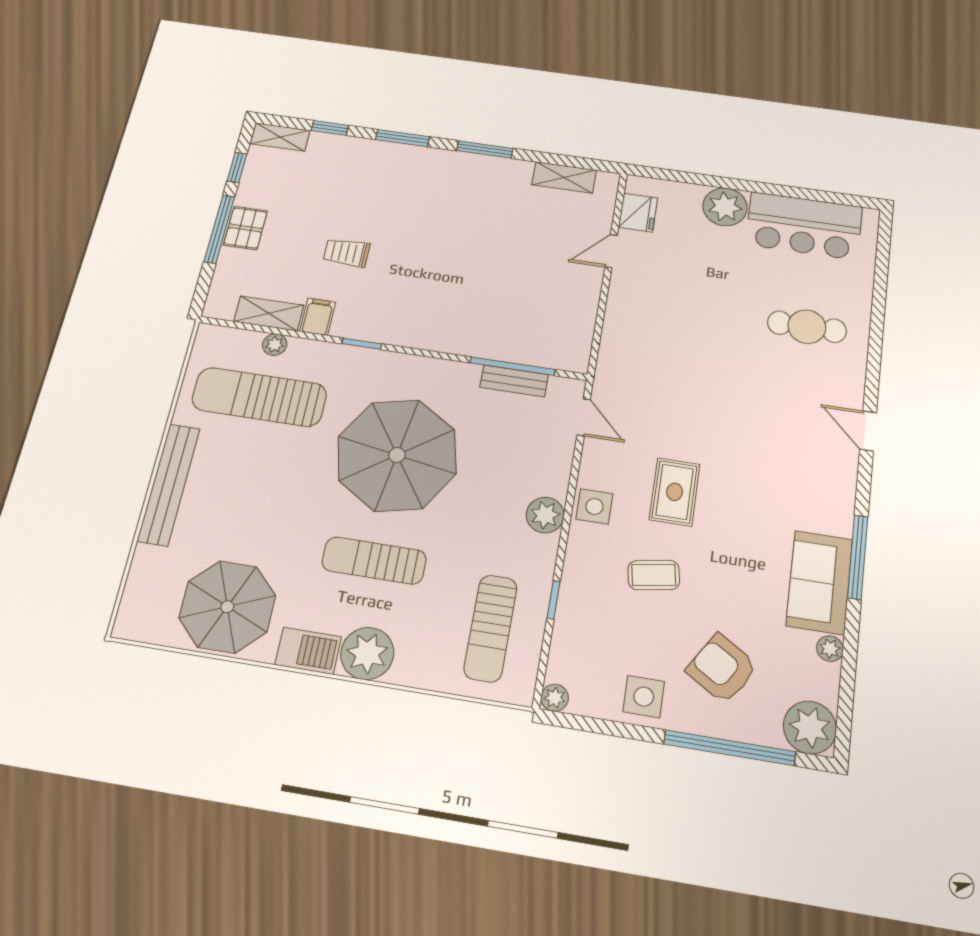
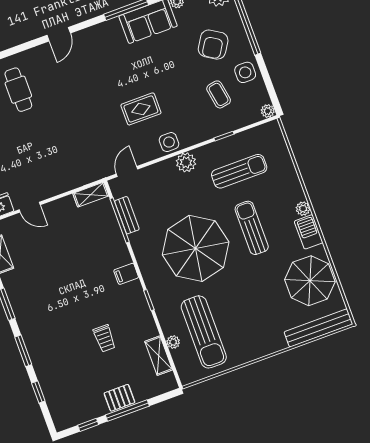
shelving: (280, 137) -> (91, 195), moved, turned 90
filing cabinet: (318, 317) -> (126, 274), moved
bench: (169, 484) -> (318, 328), moved
sun lounger: (374, 561) -> (252, 228), turned 180
coffee table: (654, 575) -> (219, 94), moved
sun lounger: (491, 628) -> (239, 171), moved
plant: (367, 653) -> (303, 209), width x0.53, depth x0.53

